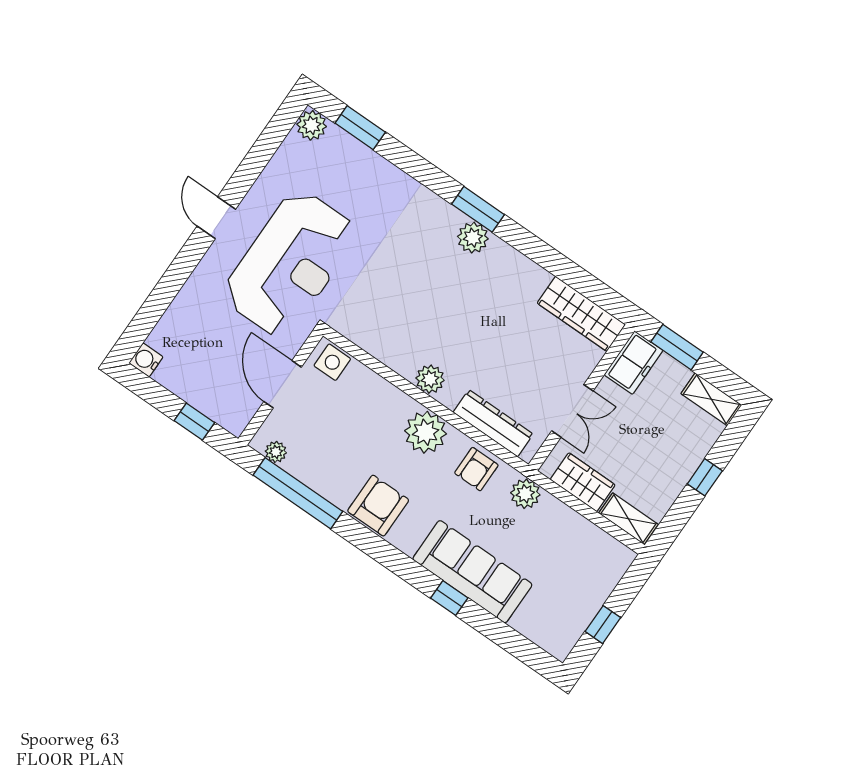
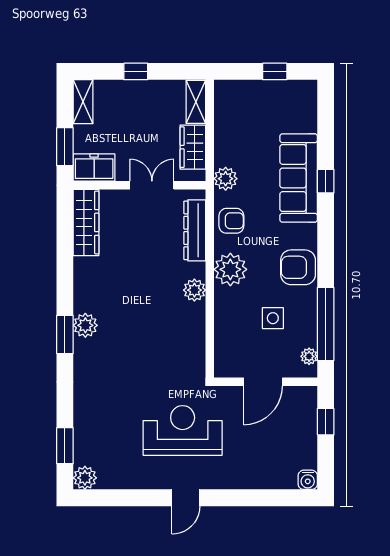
reception desk: (290, 264) -> (183, 430), width x0.74, depth x0.77
side table: (332, 362) -> (273, 318), moved

